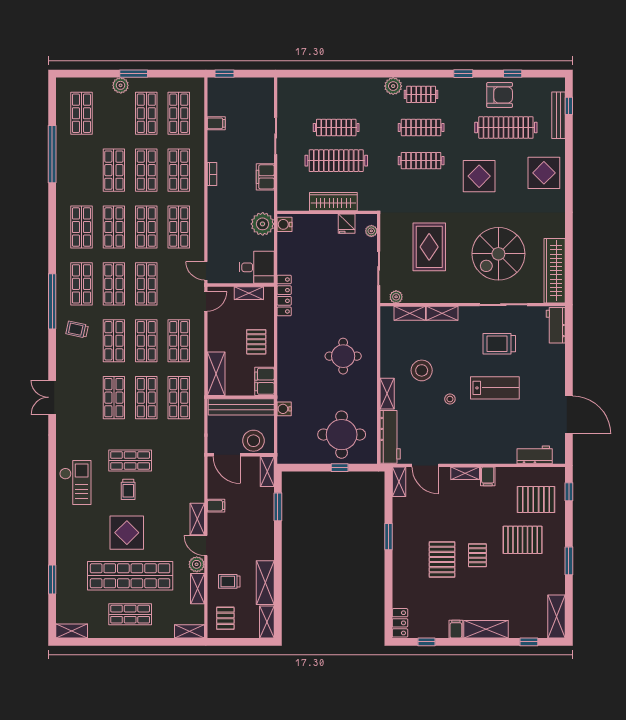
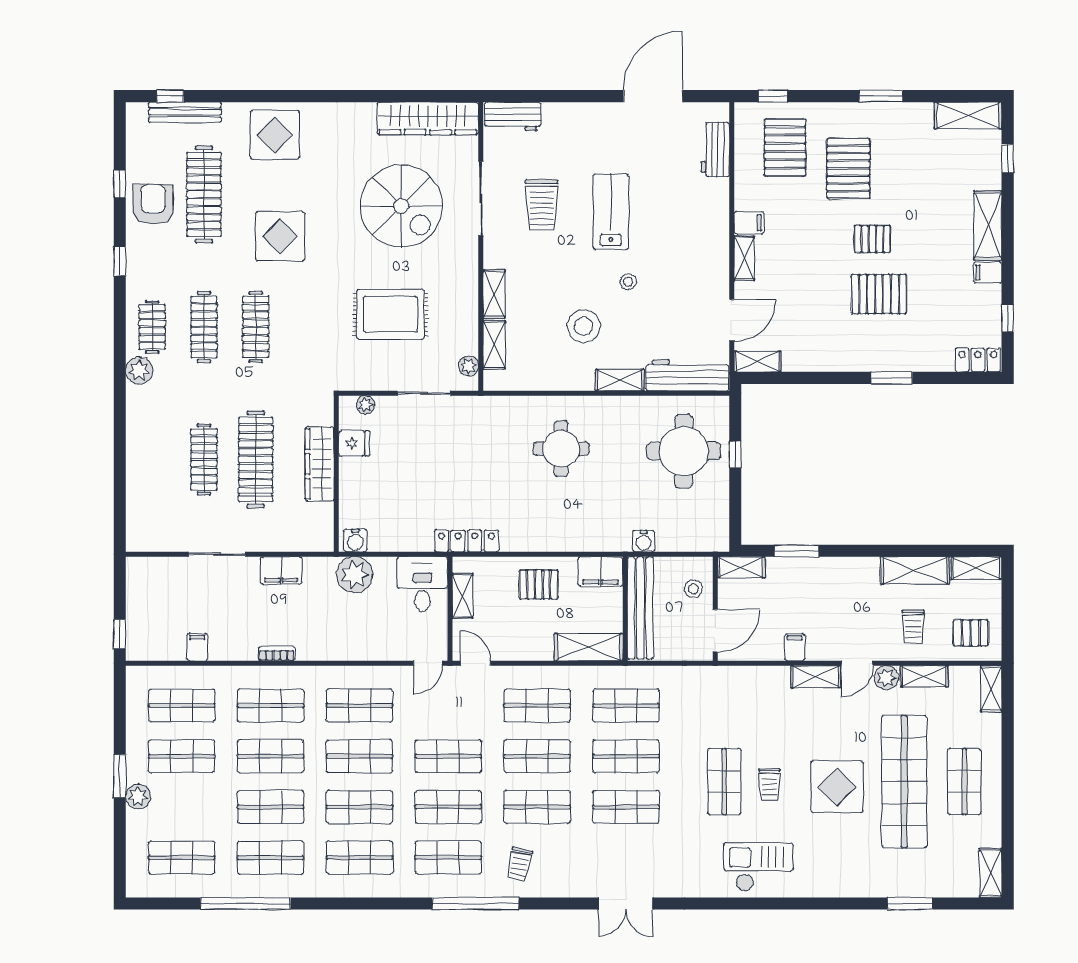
shop shelf: (81, 170) -> (271, 858), added
stool: (253, 441) -> (693, 589), width x0.53, depth x0.53
trolley: (128, 489) -> (769, 784), turned 90
window: (388, 537) -> (892, 378), moved

